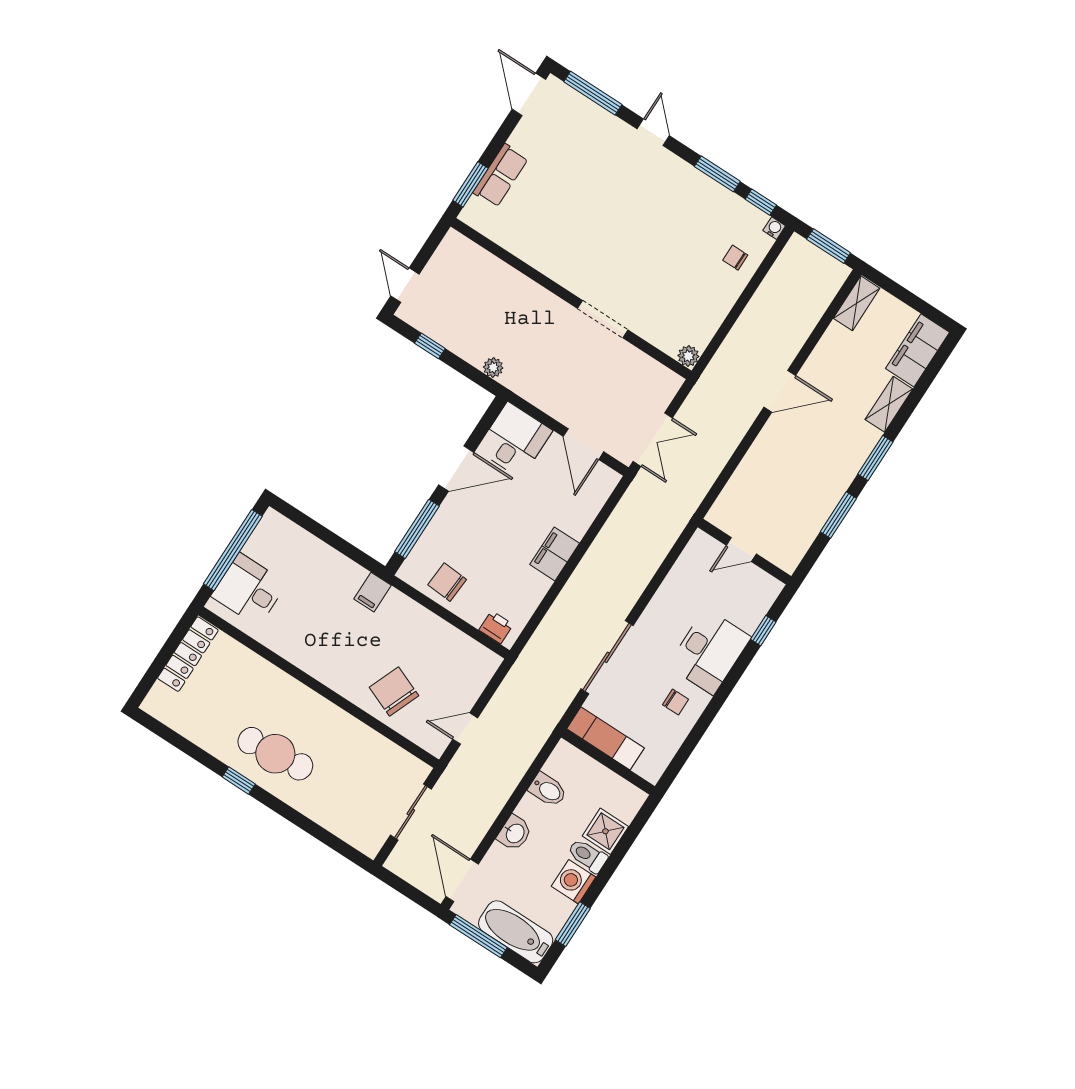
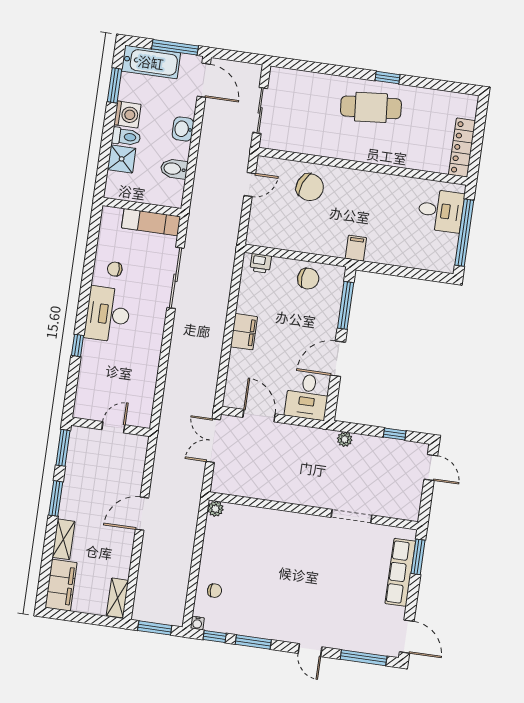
row of seats: (501, 176) -> (400, 572), width x1.48
doorway: (603, 319) -> (352, 516), moved
door: (741, 550) -> (113, 427), moved
wall: (744, 552) -> (111, 427), moved

